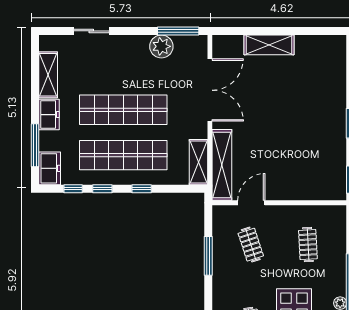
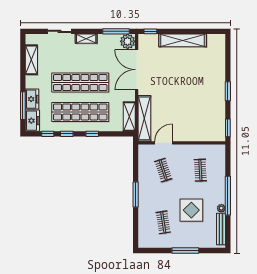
window: (231, 31) -> (150, 31), added
shelving: (132, 42) -> (86, 39), added
shelving: (269, 45) -> (183, 40), width x1.47
plant: (161, 46) -> (128, 41), moved
double door: (210, 90) -> (137, 70), swing flipped
freezer: (49, 115) -> (32, 99), moved
window: (208, 256) -> (136, 194), moved

